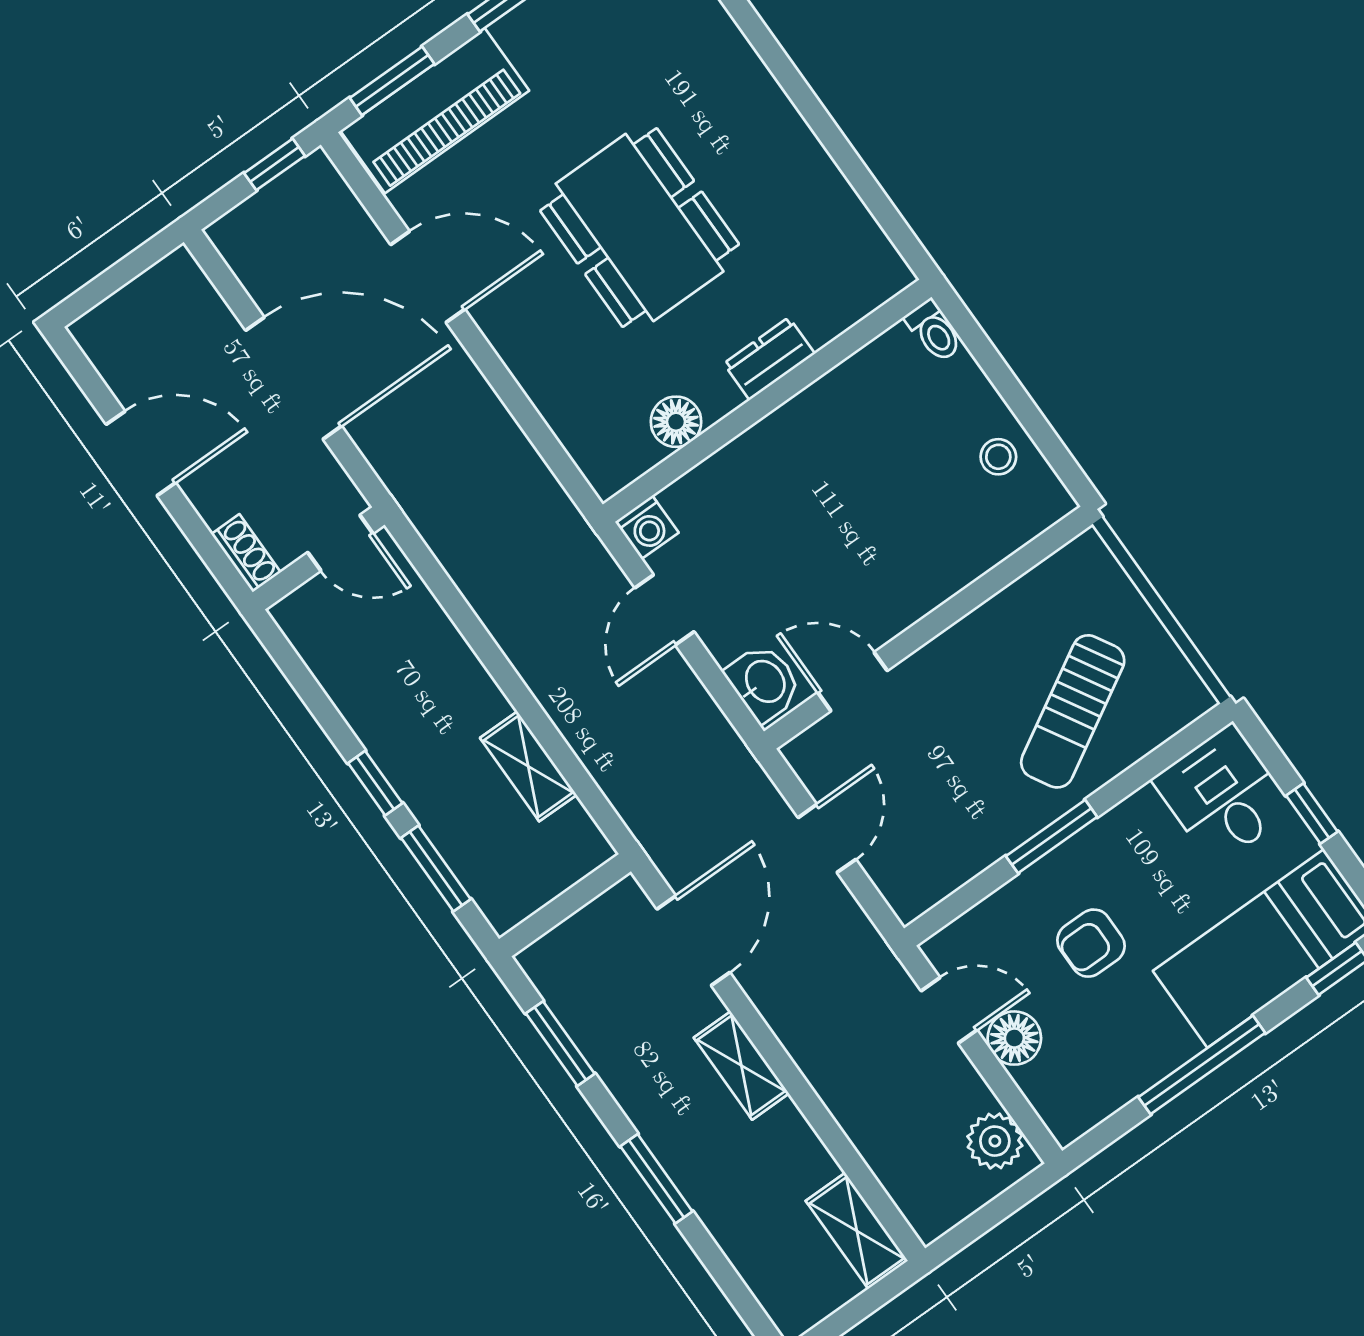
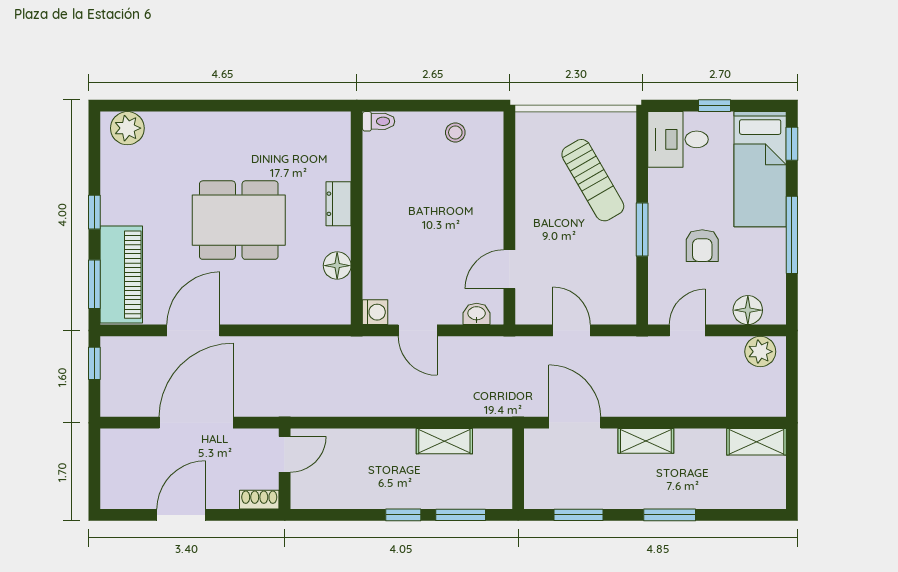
washbasin: (764, 682) -> (477, 314), width x0.72, depth x0.69
floor lamp: (1014, 1038) -> (748, 310), moved

